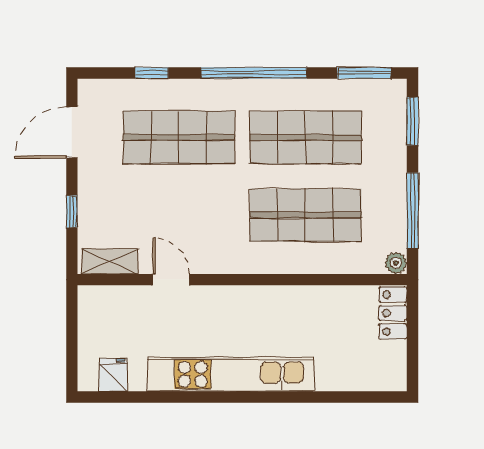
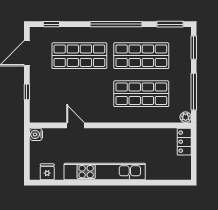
window: (152, 73) -> (51, 24), moved
shelving: (110, 261) -> (45, 116), removed
water cooler: (90, 298) -> (36, 134), added

